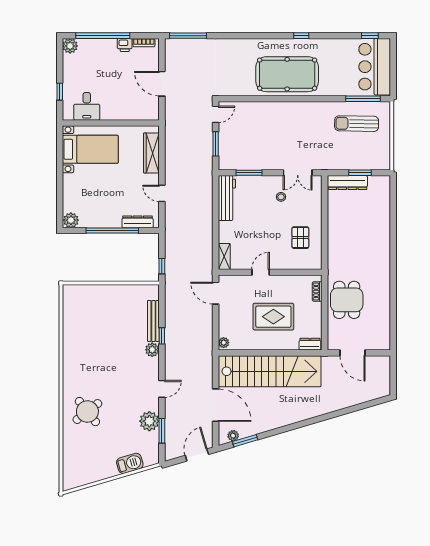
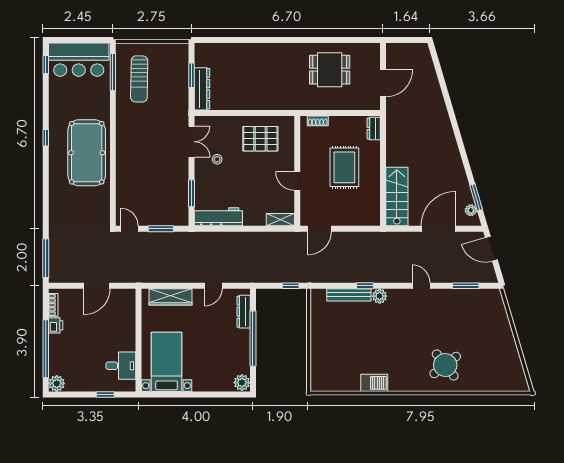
pallet: (300, 238) -> (260, 139), width x1.50, depth x1.42
dining table: (347, 300) -> (330, 70), moved
plant: (224, 343) -> (372, 220), removed
stairs: (270, 371) -> (397, 196), width x0.54, depth x0.66
plant: (149, 421) -> (455, 299), removed
barbecue: (130, 463) -> (374, 383), moved, turned 106

